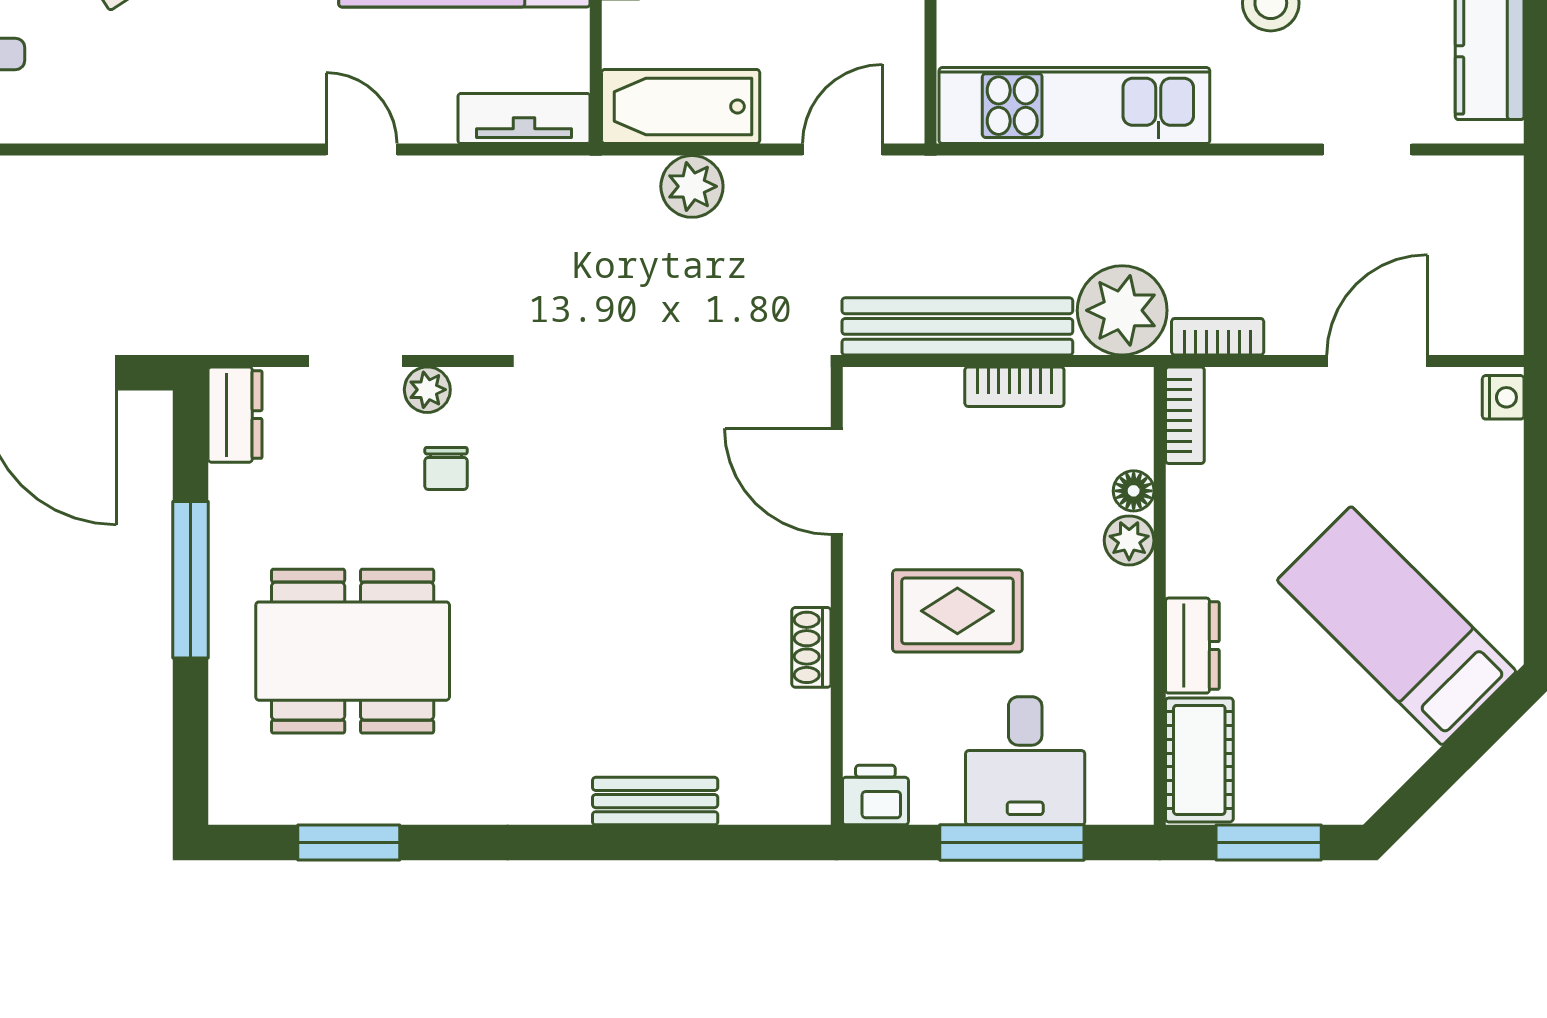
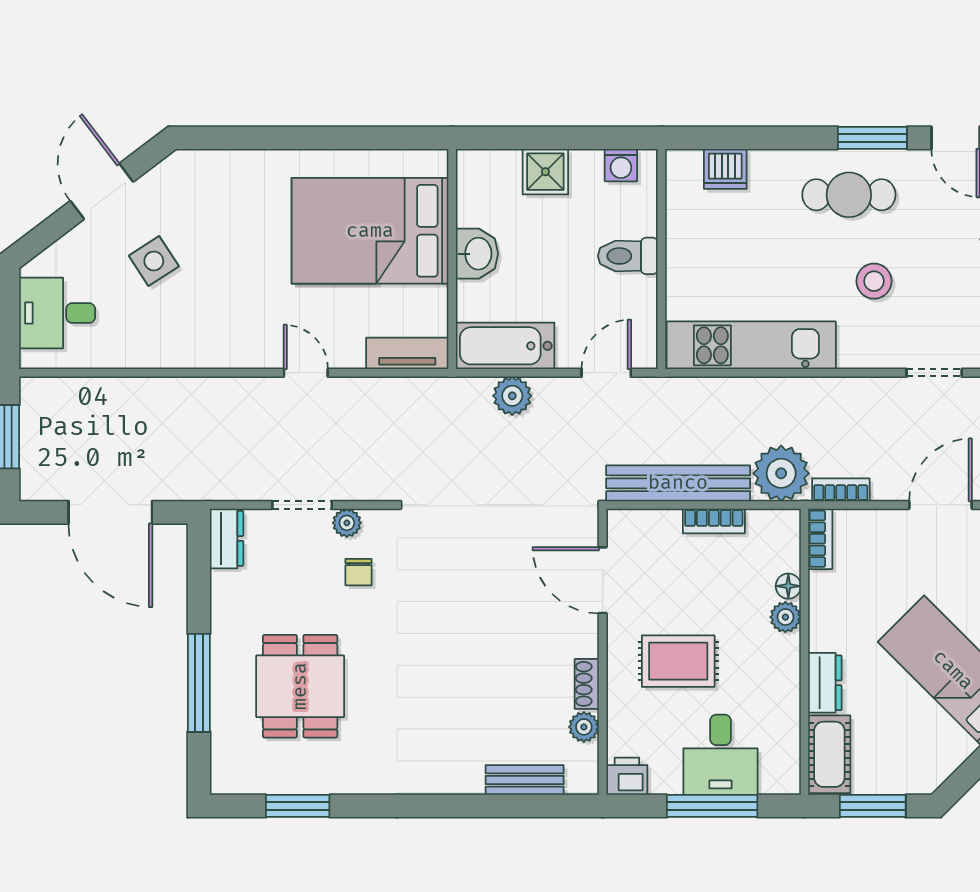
window: (191, 580) -> (199, 683), moved
dining table: (353, 651) -> (300, 686), width x0.73
plant: (807, 716) -> (584, 727), added
bench: (655, 801) -> (525, 780), moved

